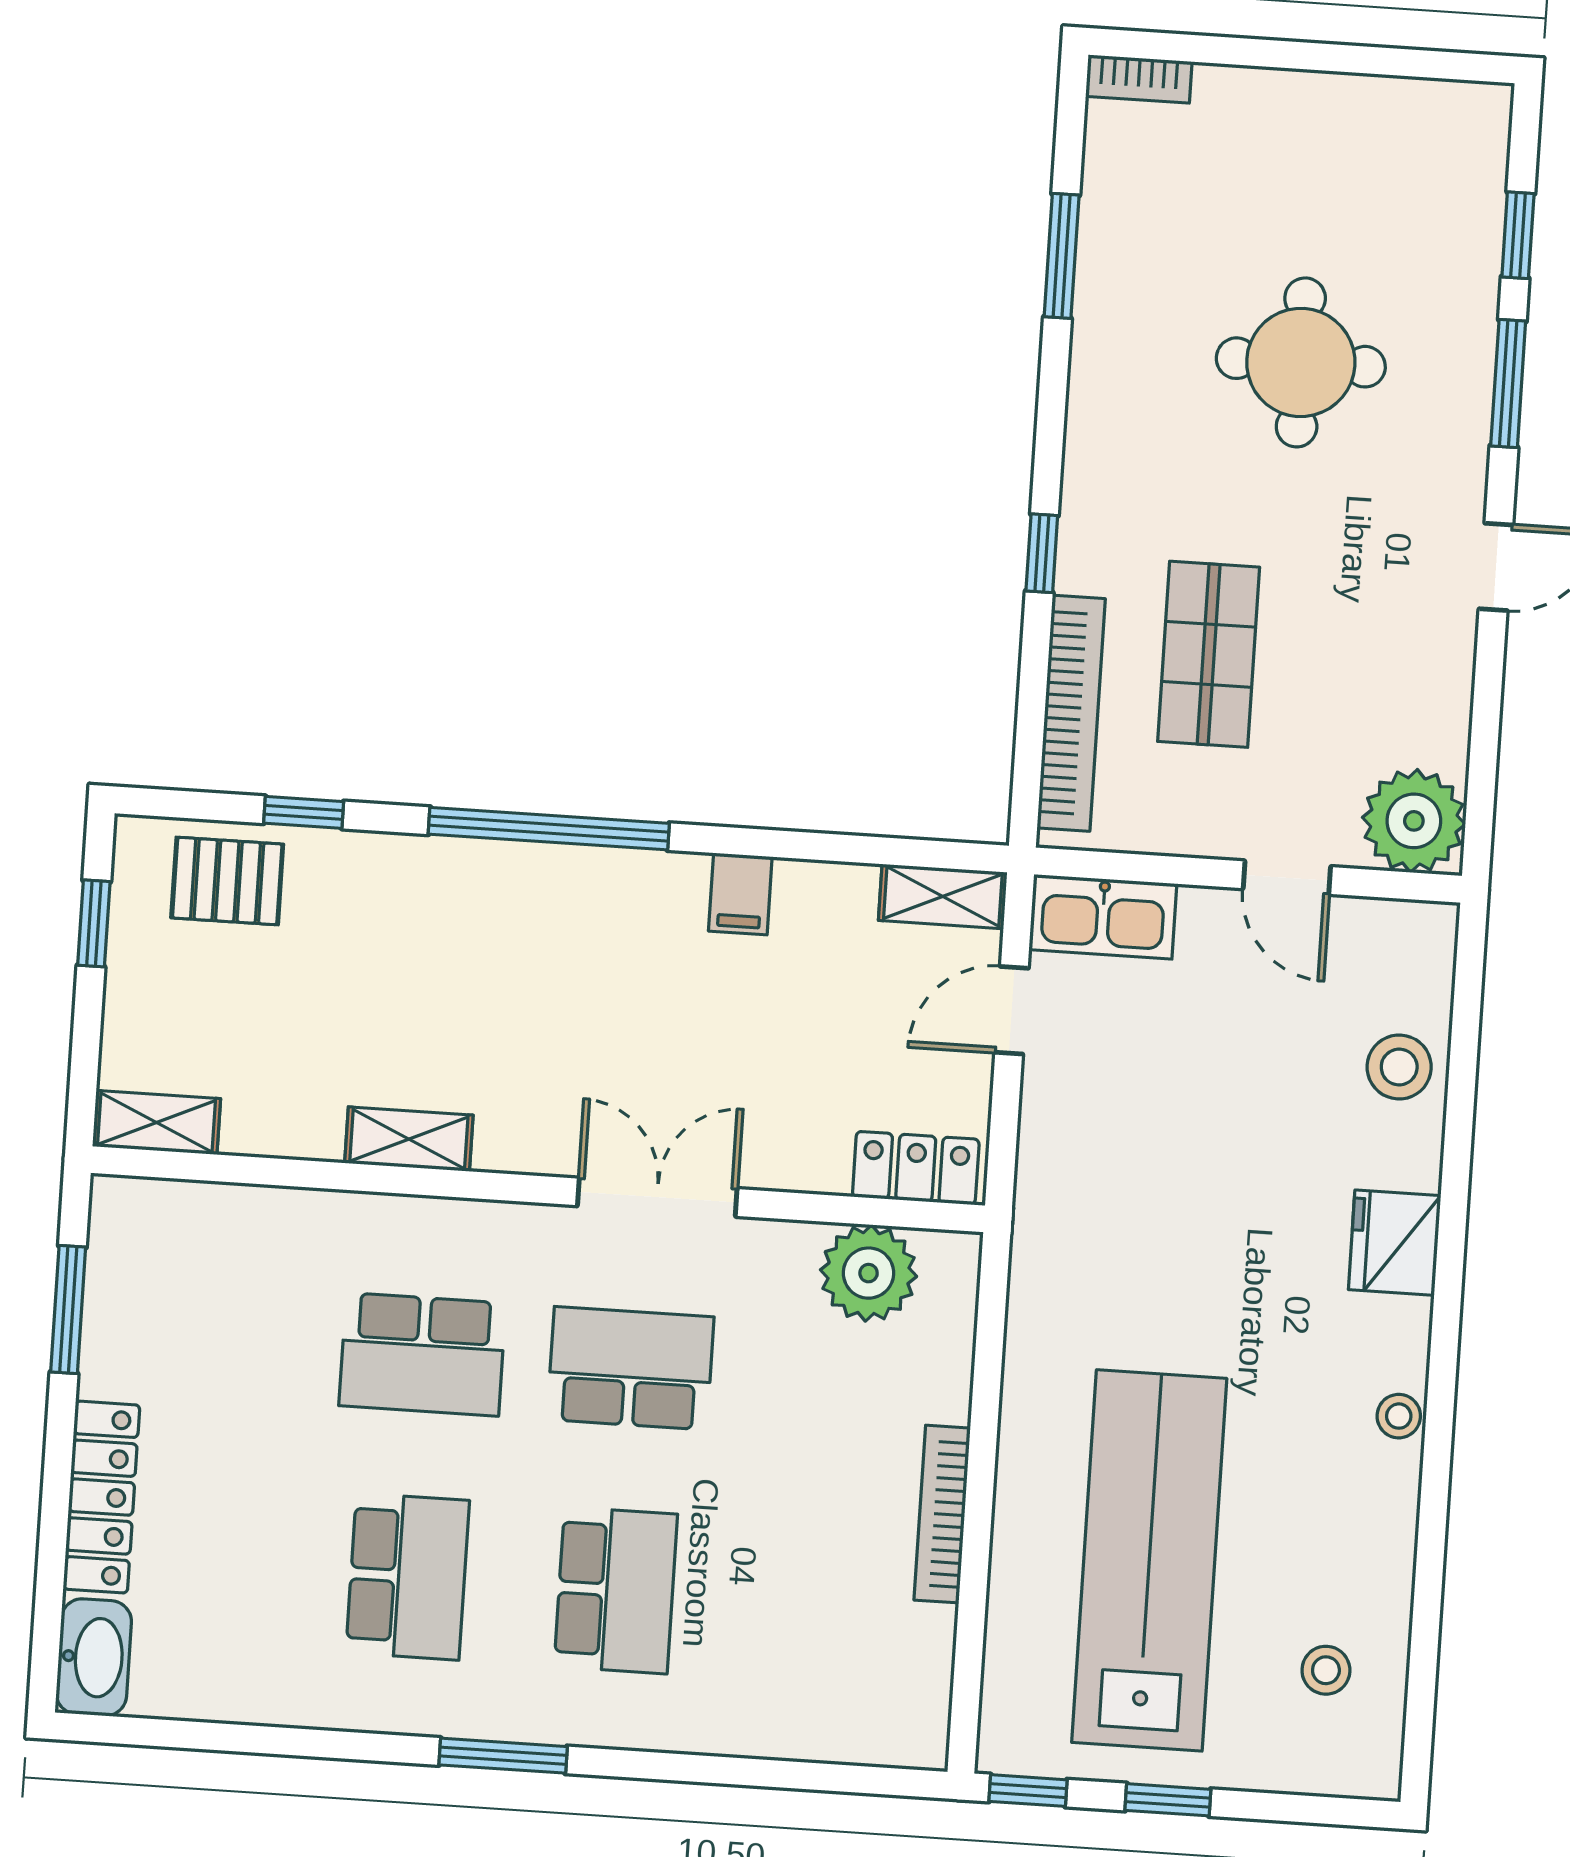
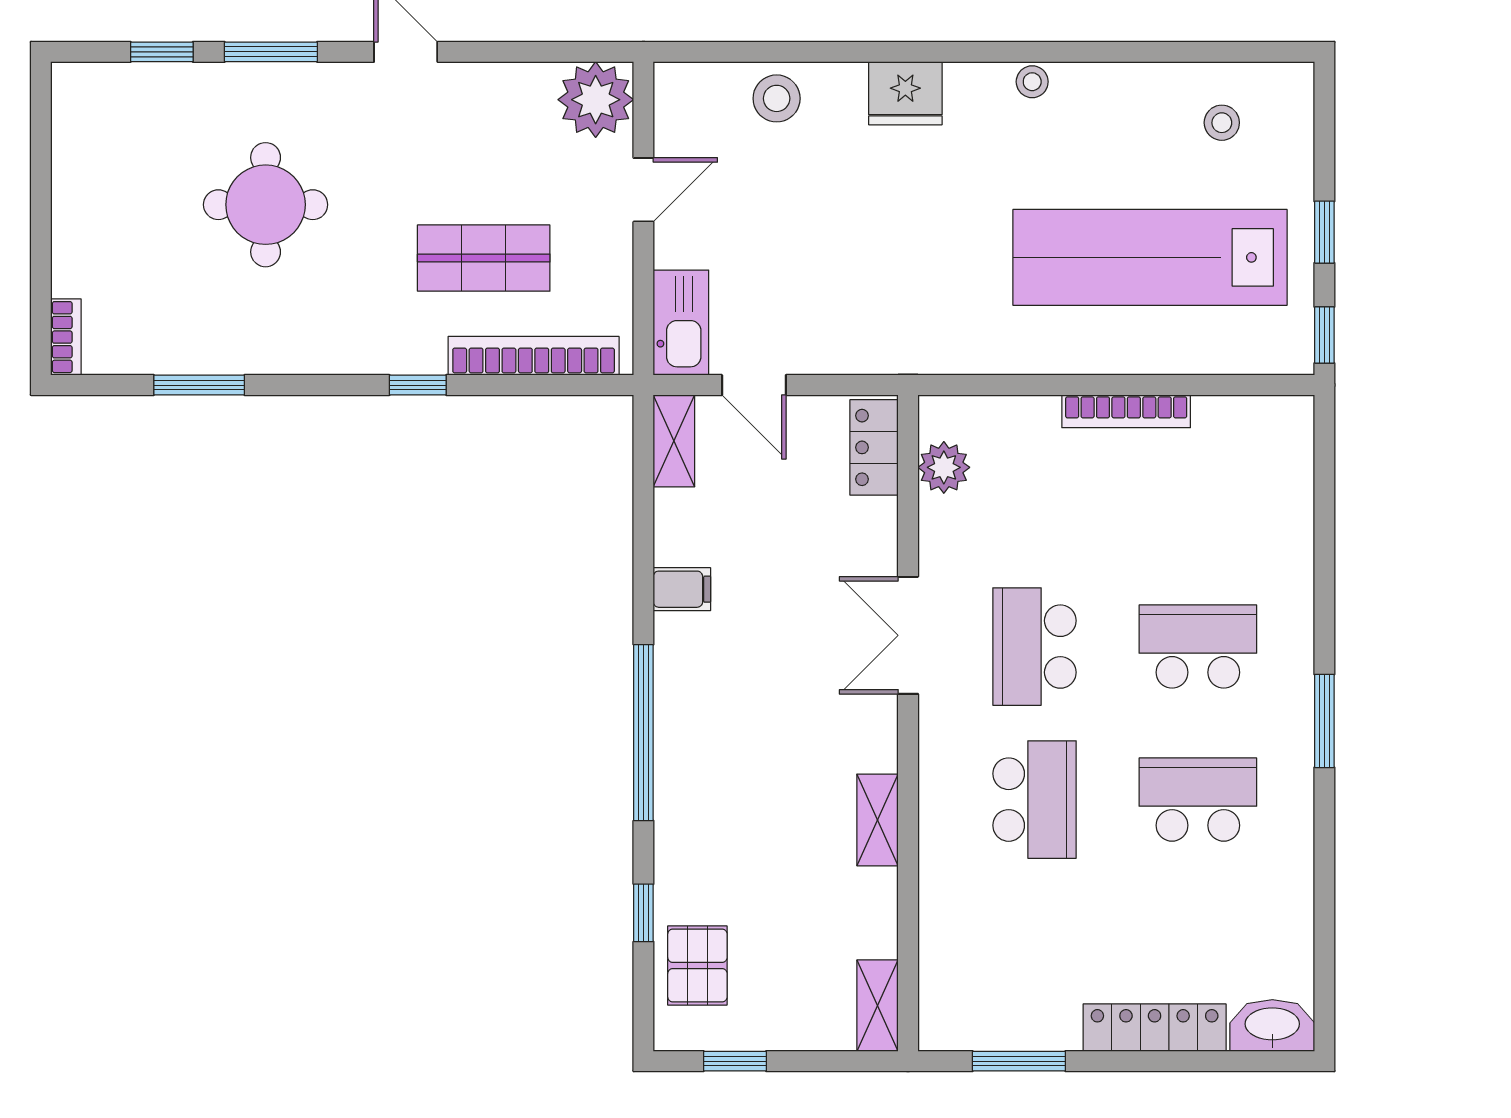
plant: (869, 1273) -> (944, 467), width x0.73, depth x0.73

